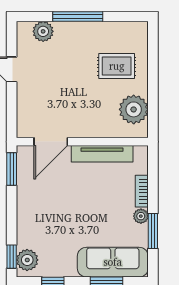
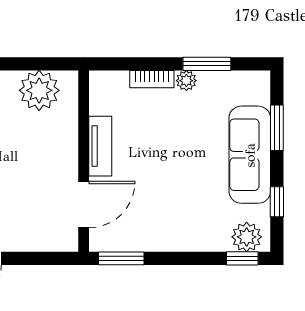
door: (51, 142) -> (84, 205), hinge flipped
tv unit: (102, 154) -> (100, 146), width x0.71
sofa: (113, 262) -> (250, 155), moved

